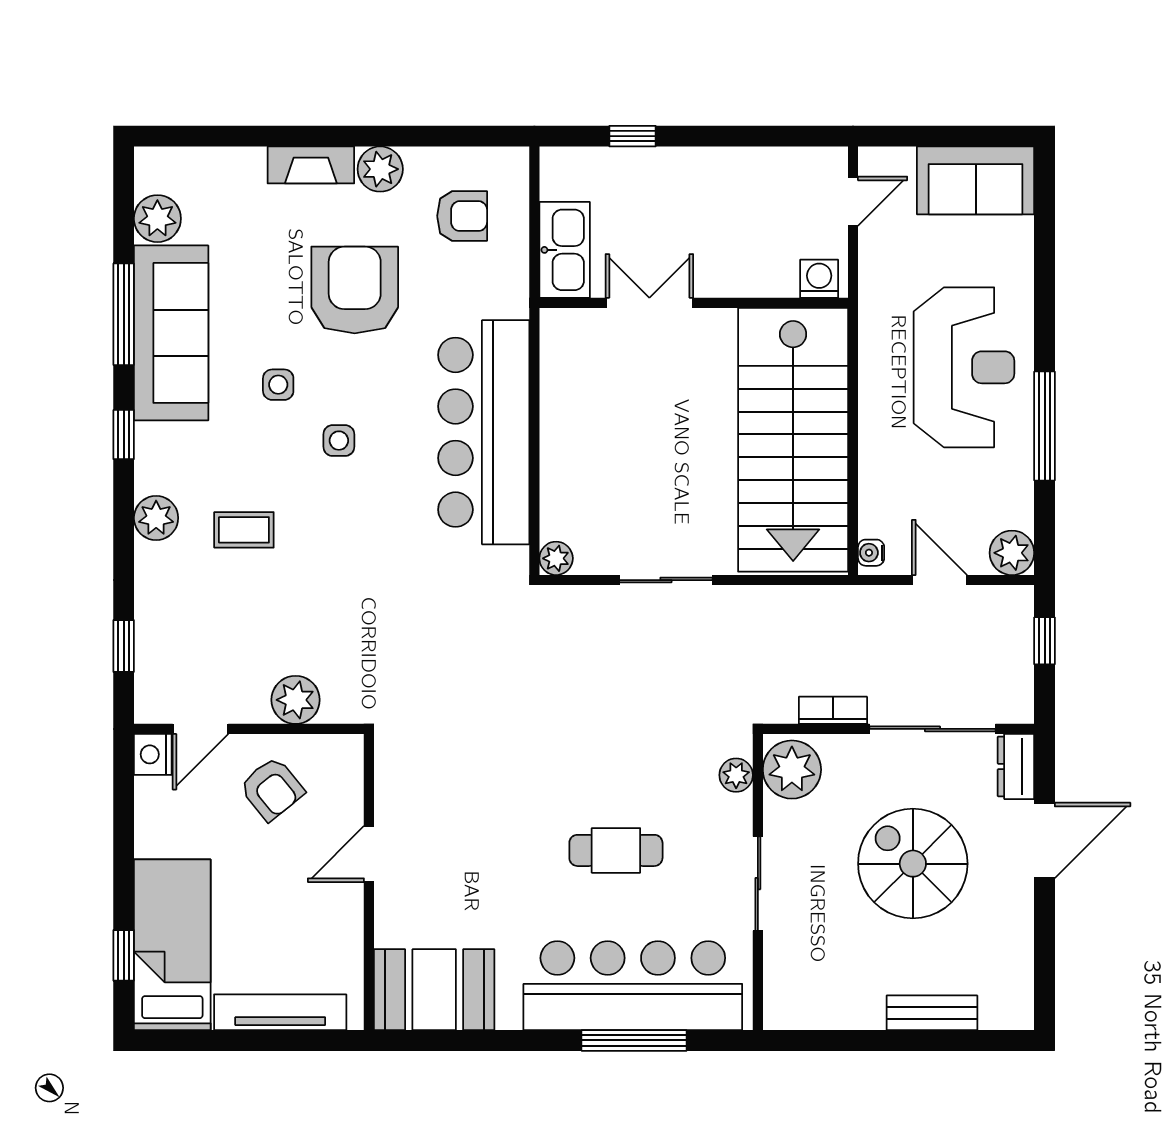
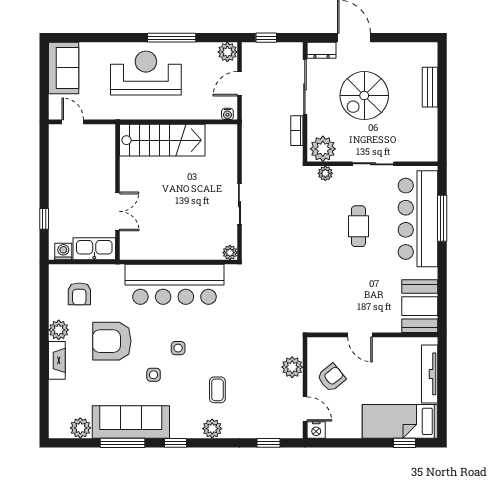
armchair: (462, 216) -> (79, 294), turned 180
washing machine: (819, 279) -> (63, 251), moved, turned 90
double door: (649, 303) -> (118, 211), swing flipped
stairs: (793, 440) -> (162, 140), width x0.73, depth x0.66

